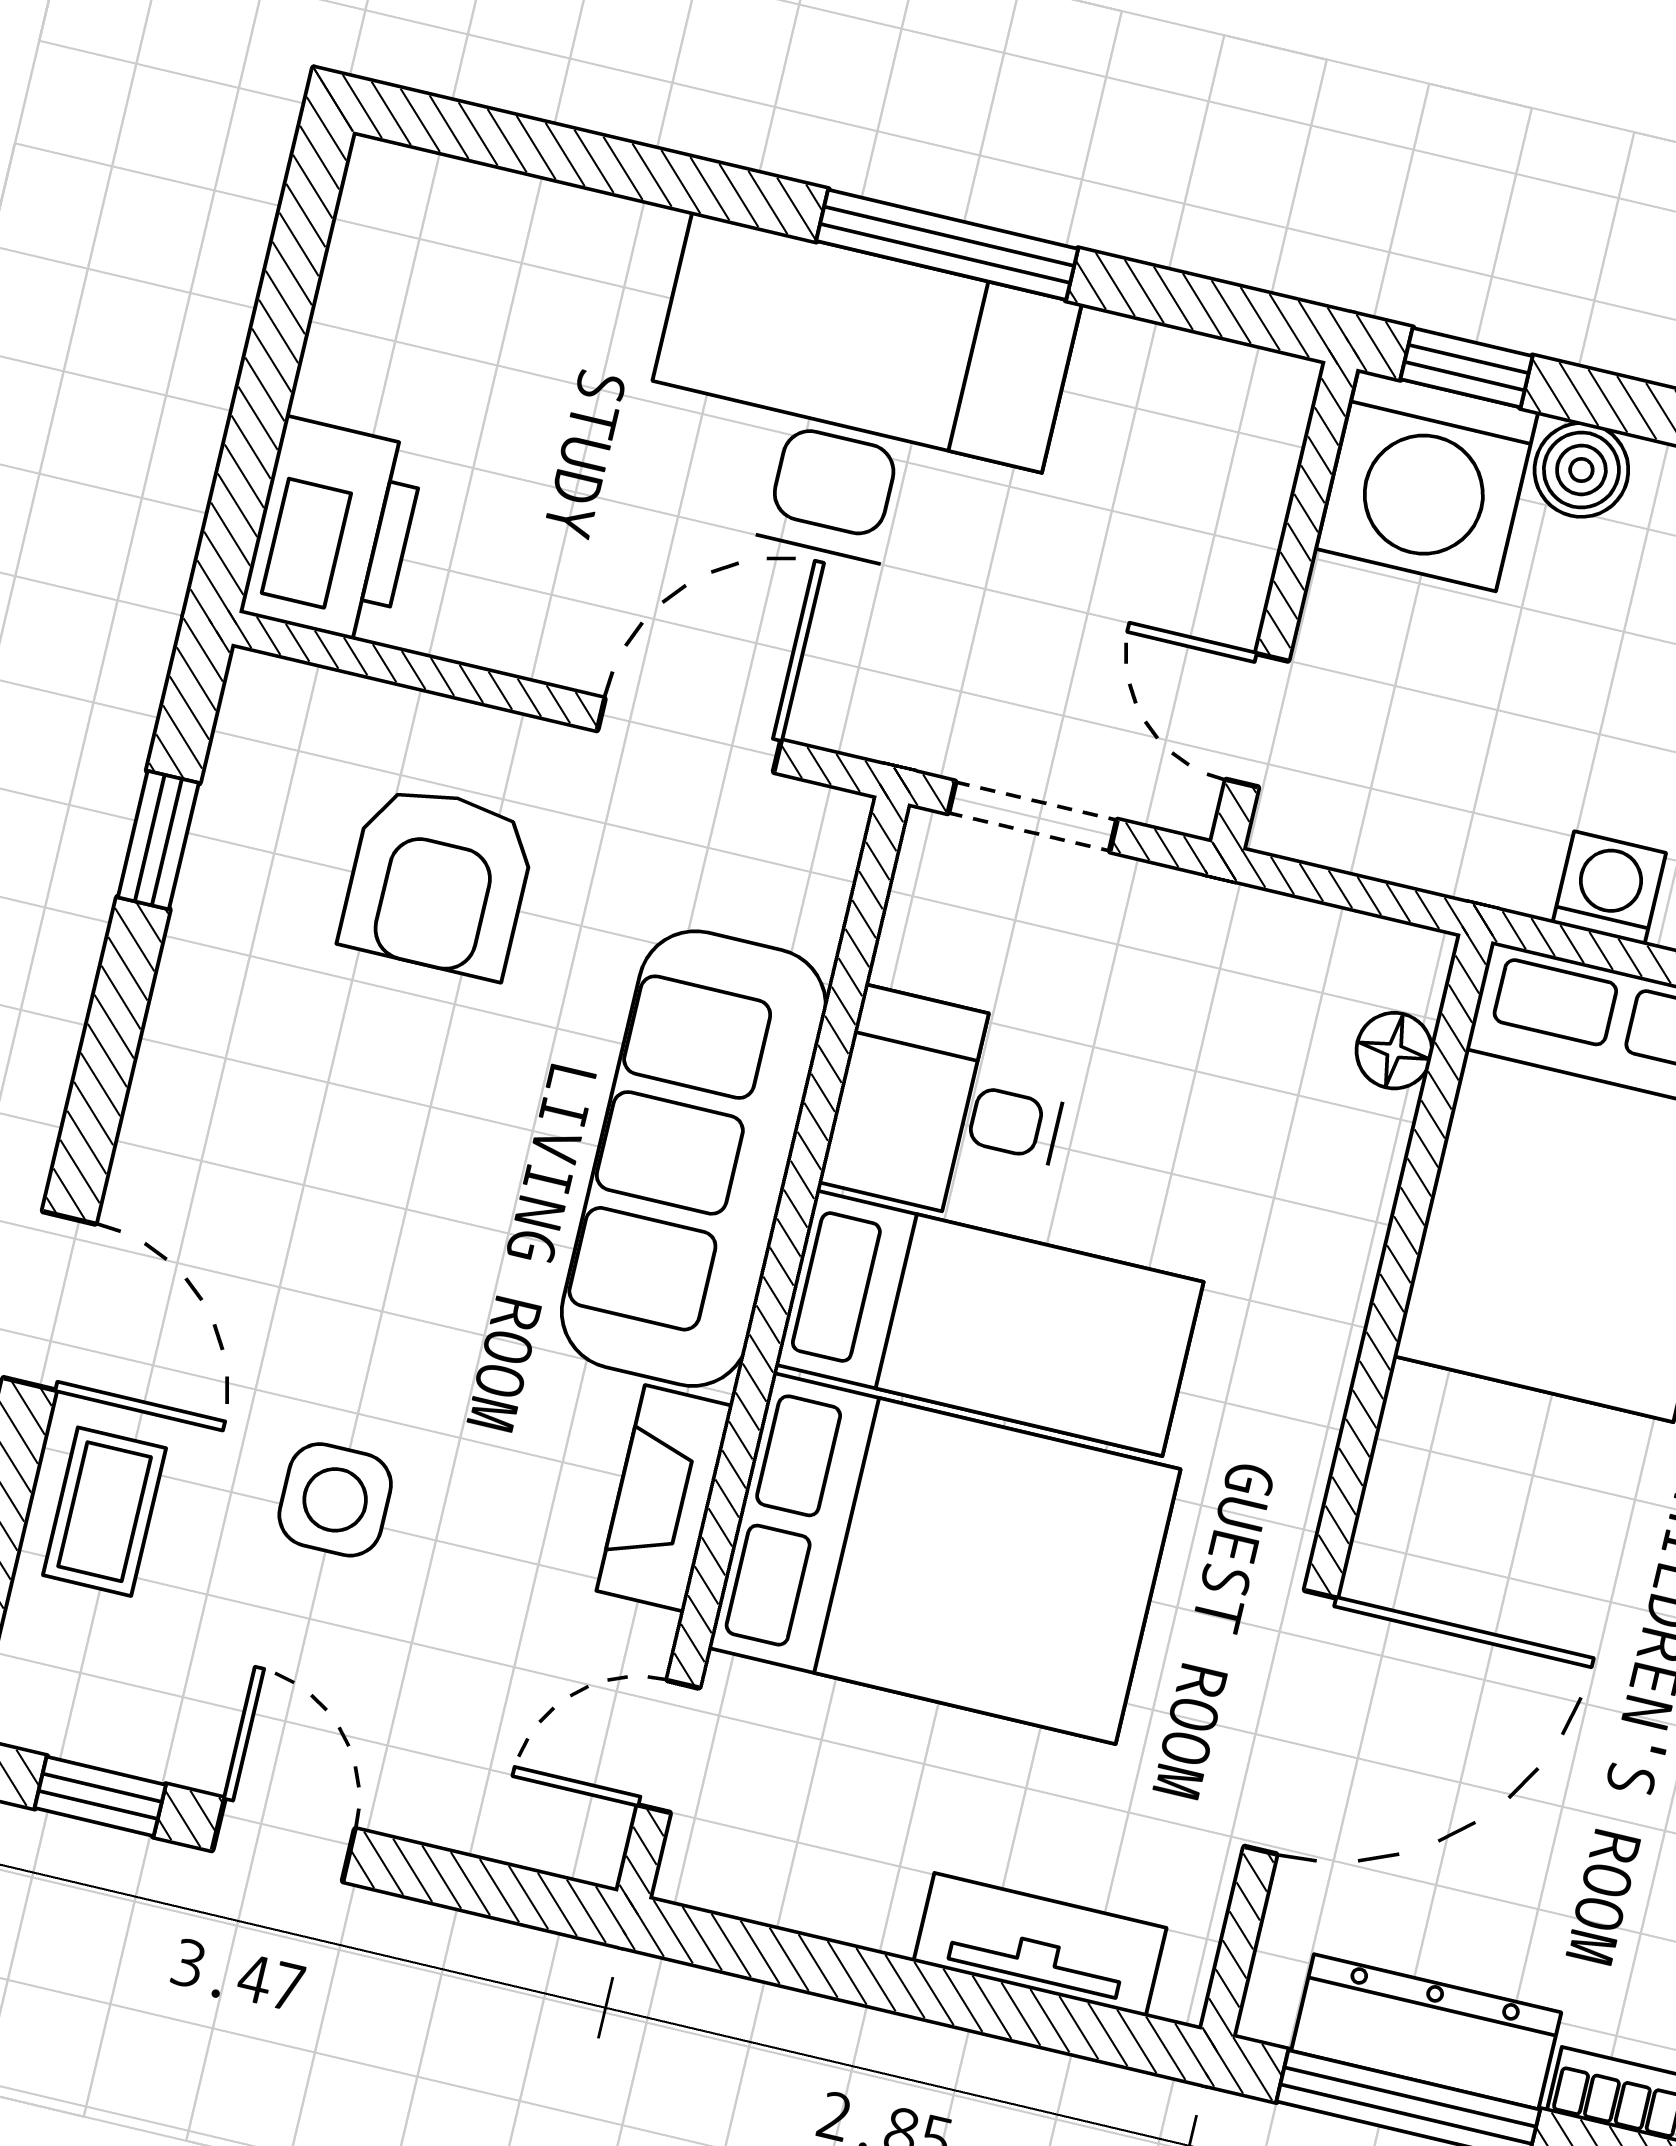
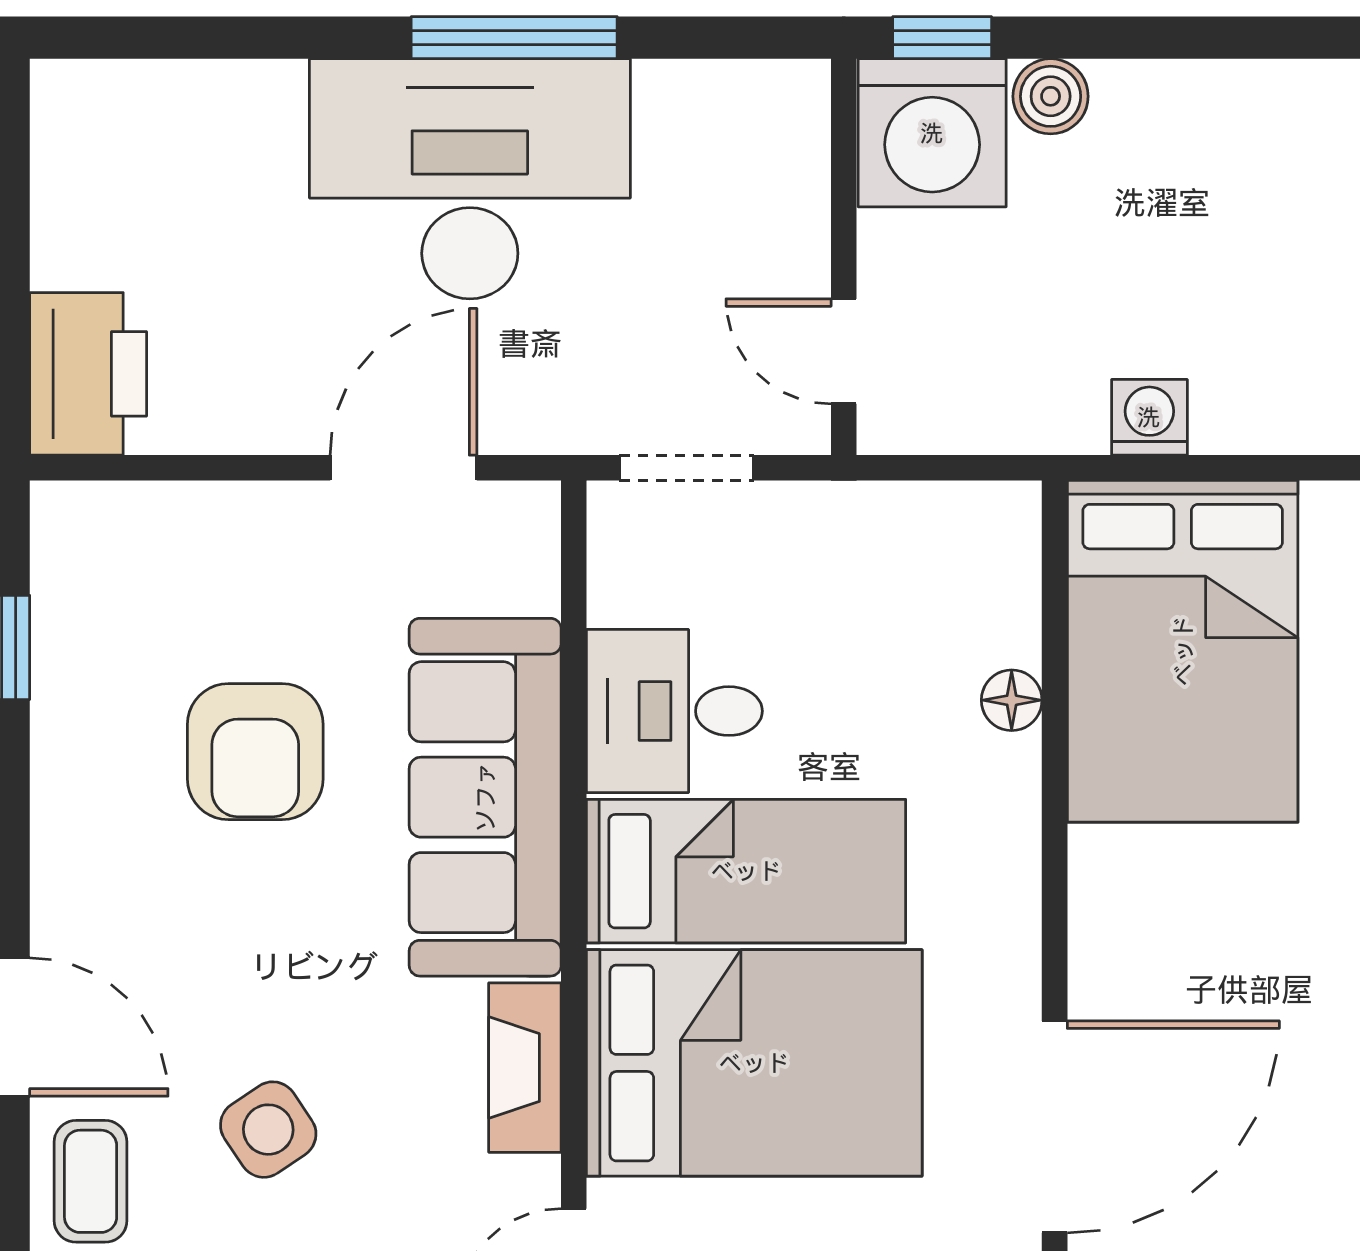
armchair: (438, 881) -> (255, 752), moved
floor lamp: (1394, 1051) -> (1012, 700), moved
side table: (335, 1500) -> (268, 1130), turned -34

